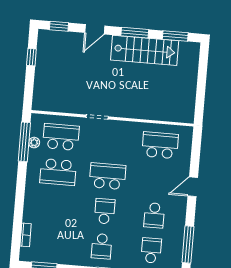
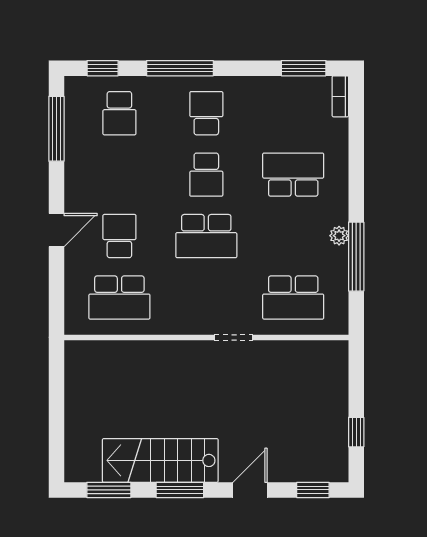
window: (24, 142) -> (356, 257), moved
plant: (34, 143) -> (339, 236), moved
school desk: (58, 172) -> (293, 175), moved
school desk: (154, 215) -> (119, 236), moved
bookcase: (26, 235) -> (340, 96), moved

